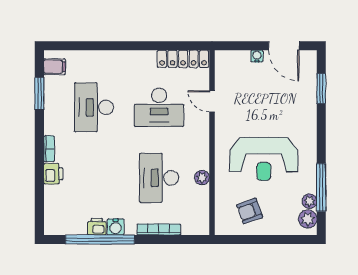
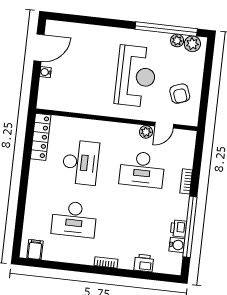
window: (321, 89) -> (80, 19), removed
window: (39, 93) -> (57, 265), removed
door: (212, 101) -> (164, 125), moved
printer: (53, 174) -> (144, 263), moved
window: (321, 187) -> (166, 29), width x1.46
water cooler: (116, 227) -> (177, 245), moved
bookcase: (159, 229) -> (186, 181), width x0.64

